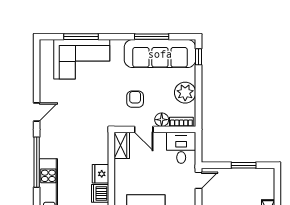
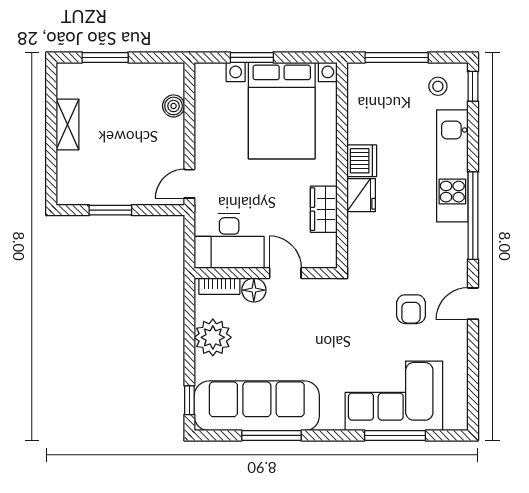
armchair: (135, 99) -> (411, 309), moved
wardrobe: (122, 145) -> (324, 209), moved
desk: (181, 148) -> (229, 241), width x1.37

